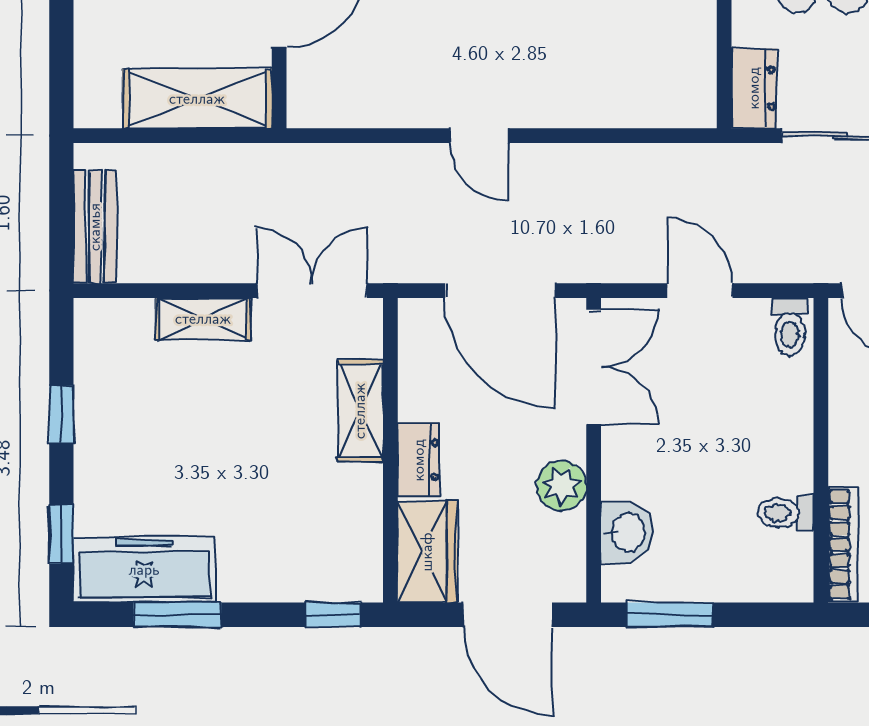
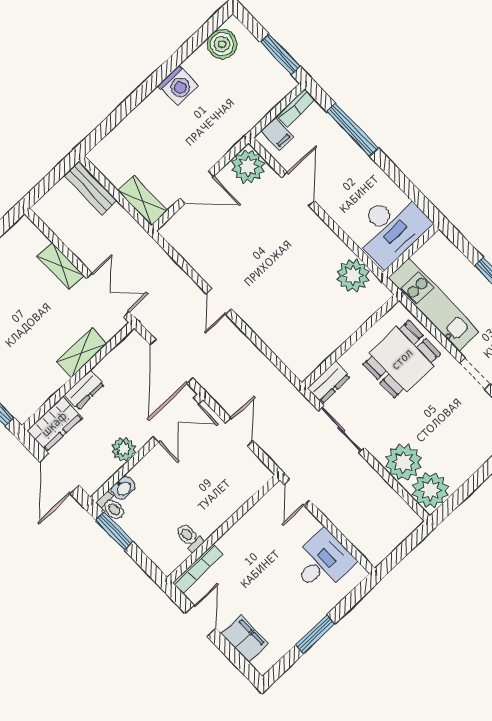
shelving: (197, 99) -> (142, 201), width x0.67, depth x0.75
bench: (95, 227) -> (91, 188), moved, turned 90
toilet: (790, 327) -> (111, 507), moved, turned -90
washbasin: (627, 532) -> (123, 488), width x0.72, depth x0.69

